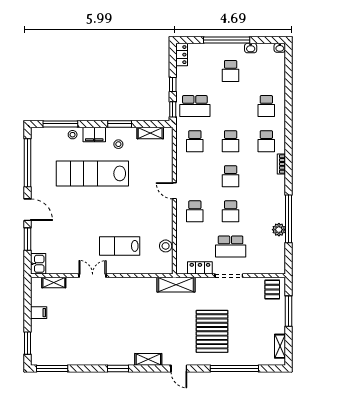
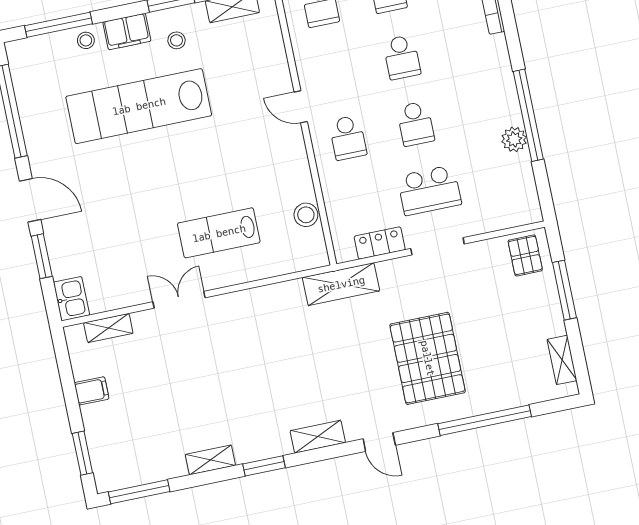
shelving: (92, 360) -> (210, 460), added

